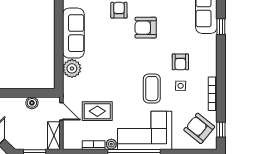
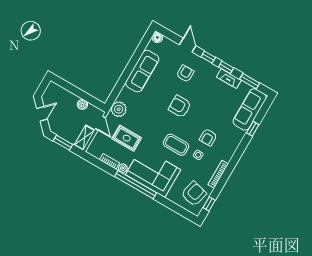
armchair: (146, 28) -> (180, 106), moved
plant: (72, 68) -> (119, 109), moved
coffee table: (152, 89) -> (176, 145), turned 90
armchair: (199, 128) -> (194, 194), turned 65

